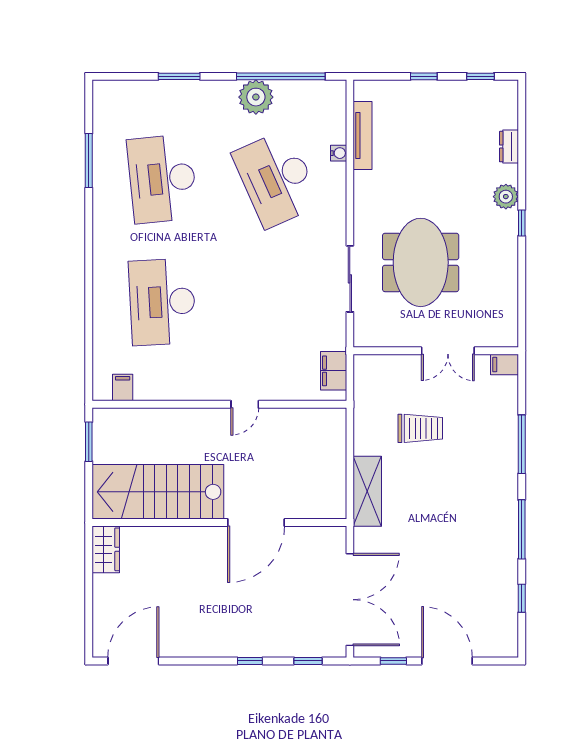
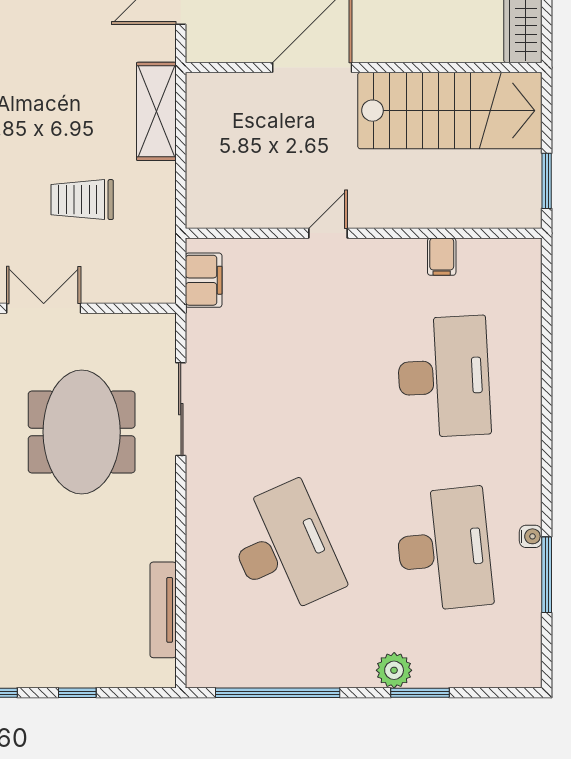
plant: (256, 97) -> (394, 670), moved, width x0.73, depth x0.73
water cooler: (339, 153) -> (531, 536), moved, turned 180
filing cabinet: (123, 388) -> (442, 257), moved

